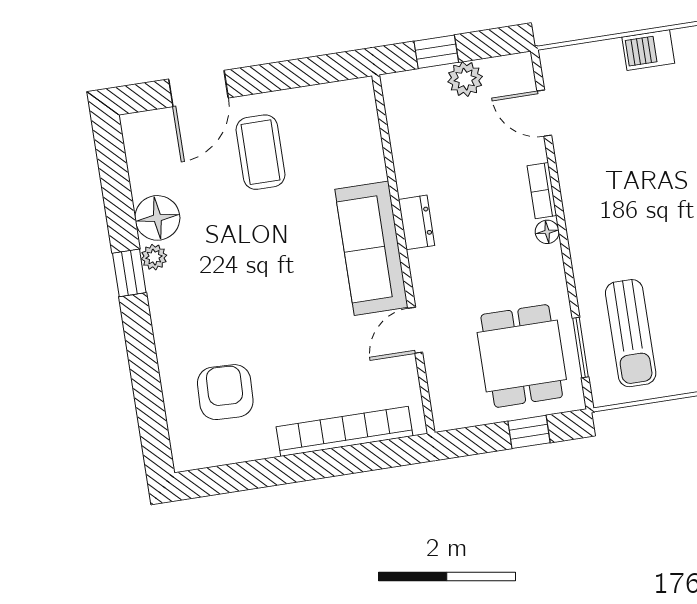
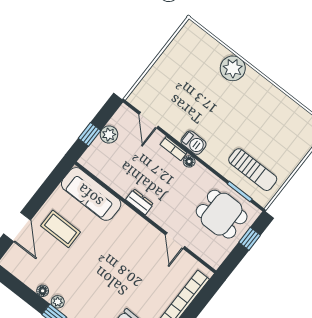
barbecue: (648, 50) -> (194, 143), moved, turned -90
door: (544, 113) -> (148, 120), hinge flipped
floor lamp: (157, 218) -> (43, 291), width x0.53, depth x0.53
sofa: (371, 248) -> (91, 194), moved

